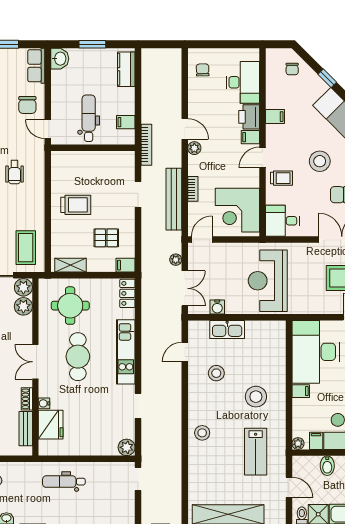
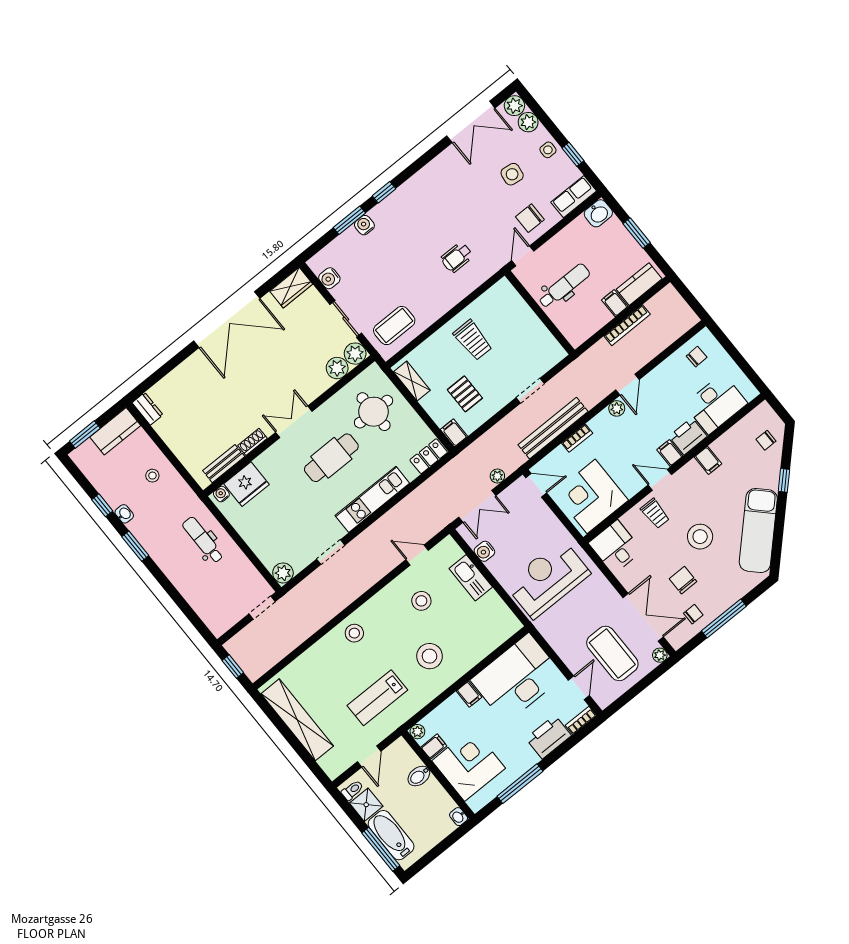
filing cabinet: (126, 122) -> (615, 303), moved
bookcase: (146, 145) -> (627, 325), moved
water cooler: (44, 403) -> (221, 494), moved

